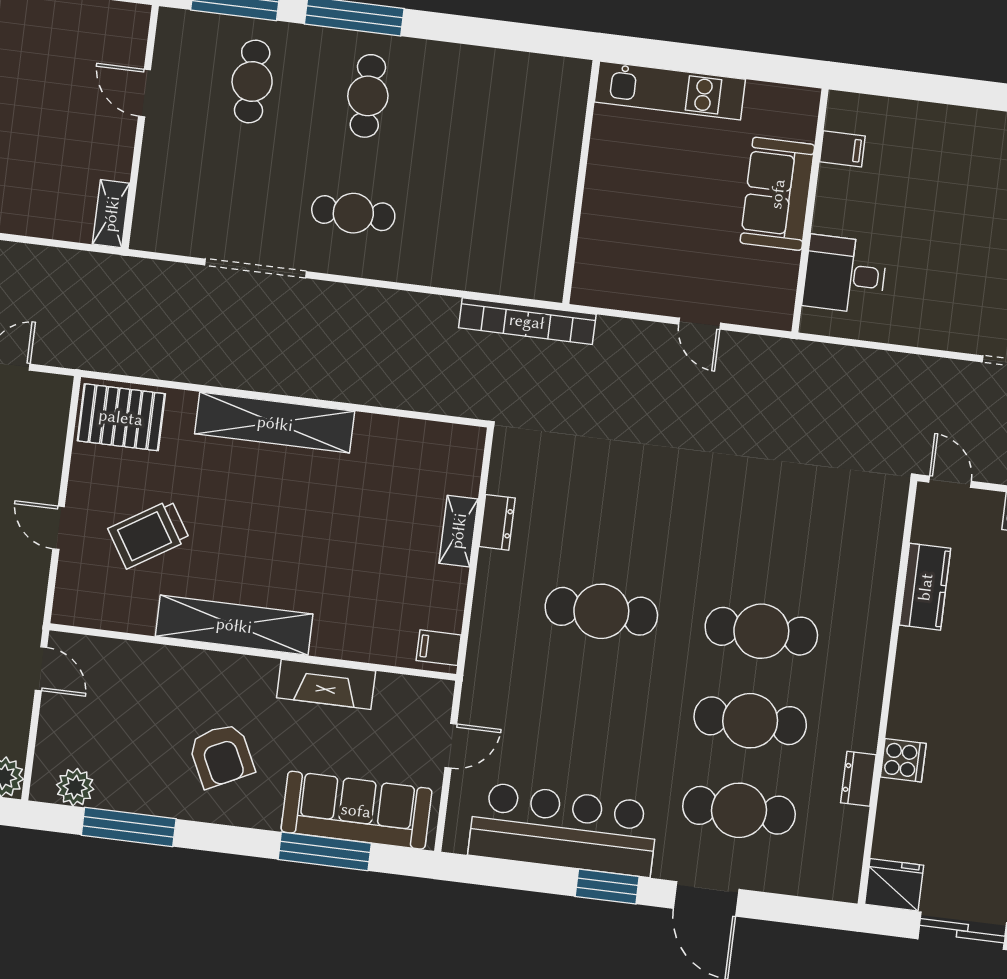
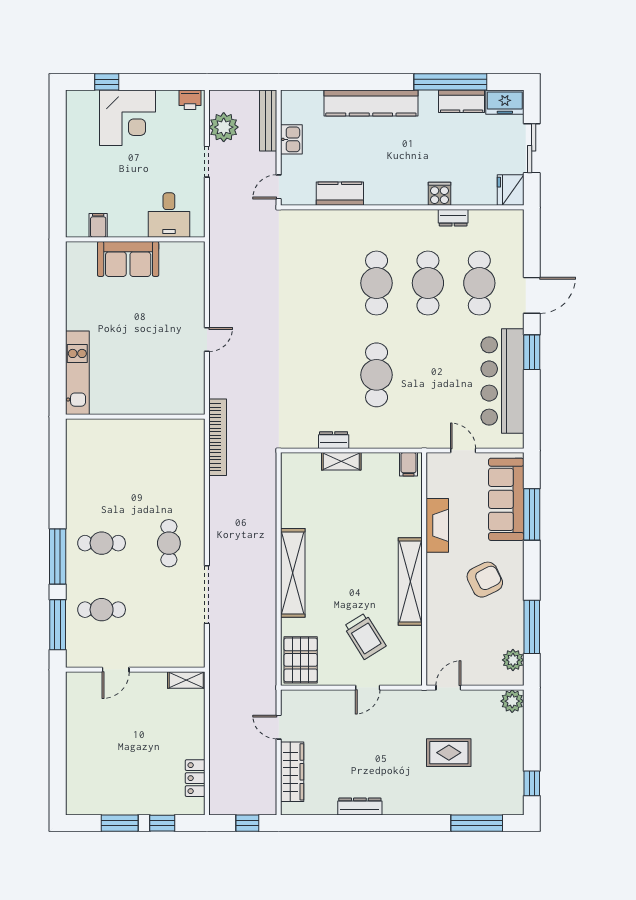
filing cabinet: (842, 149) -> (98, 225), moved
sofa: (777, 194) -> (128, 259), moved
wall: (810, 211) -> (135, 239), moved
desk: (845, 274) -> (169, 215), moved

